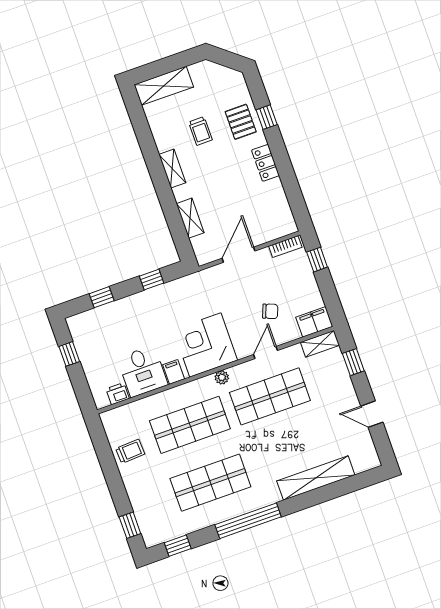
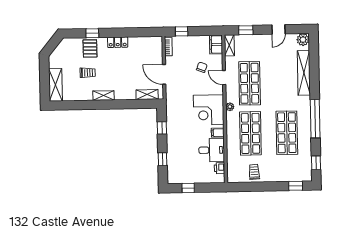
pallet: (241, 122) -> (90, 48), turned 90
shelving: (190, 218) -> (147, 95), moved
plant: (369, 459) -> (303, 40), added

